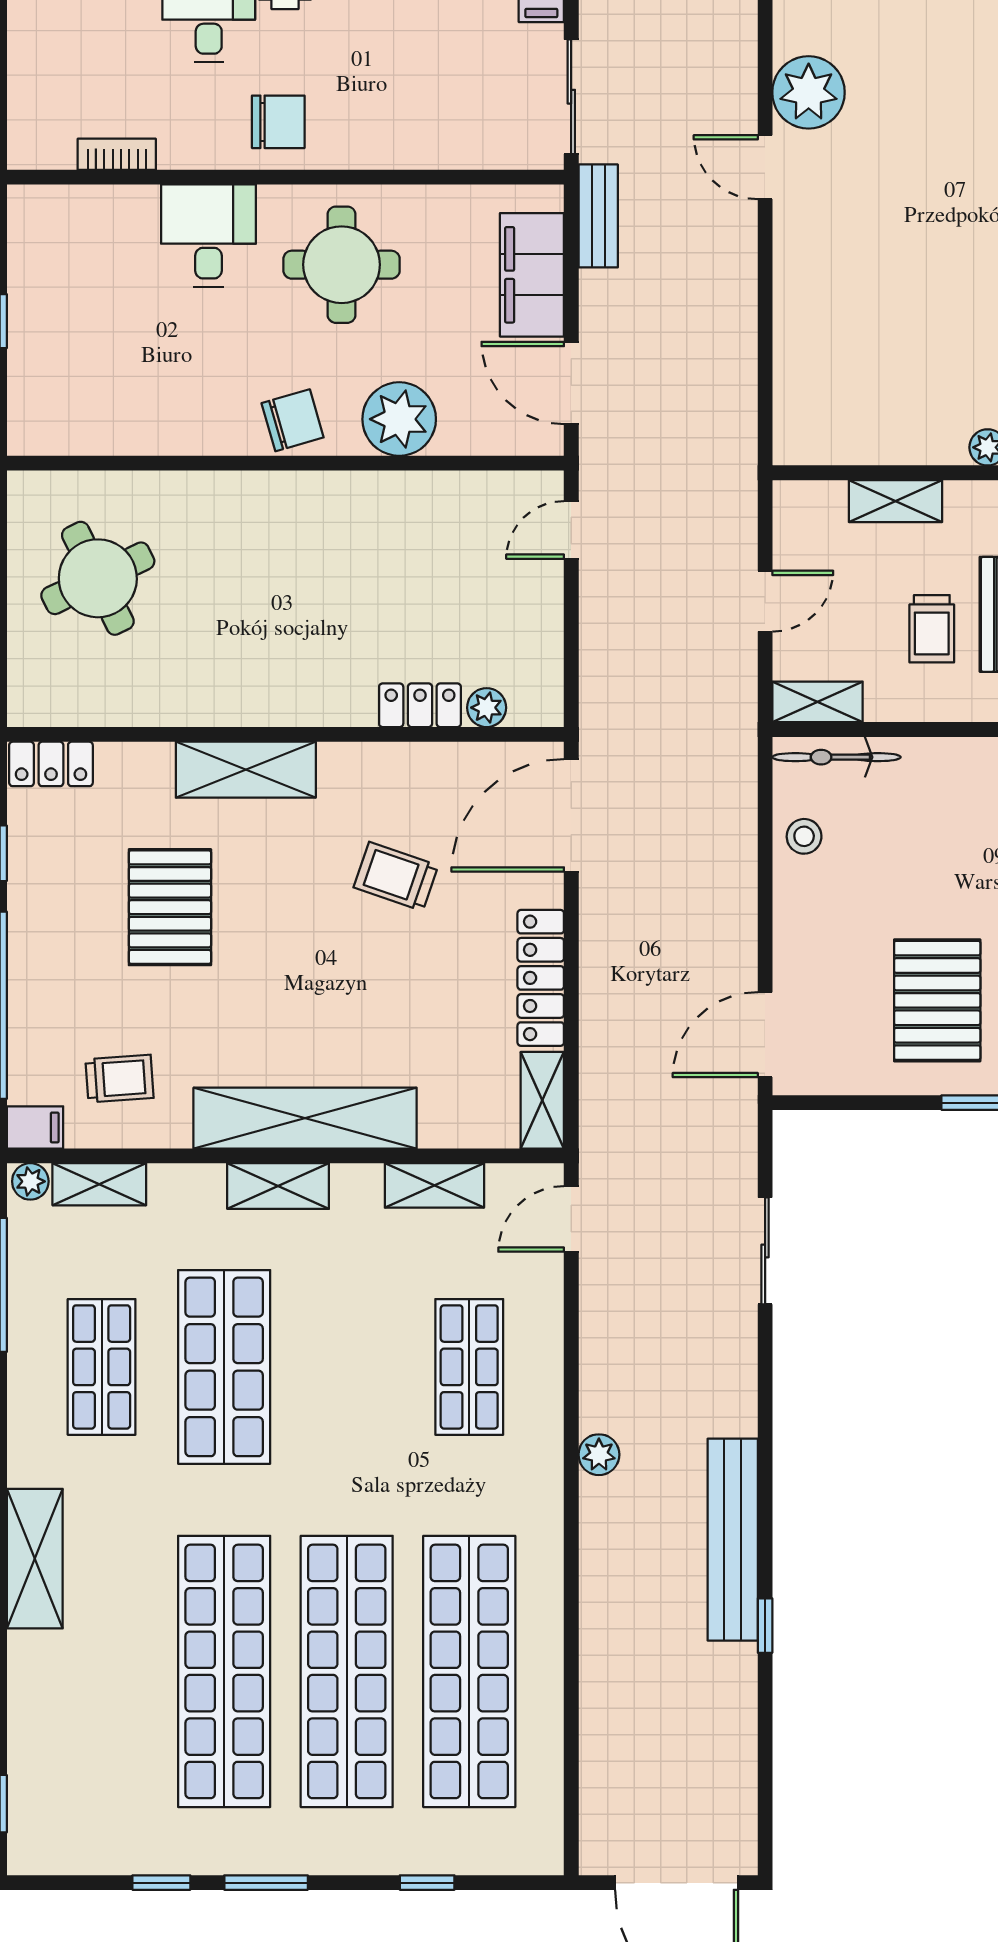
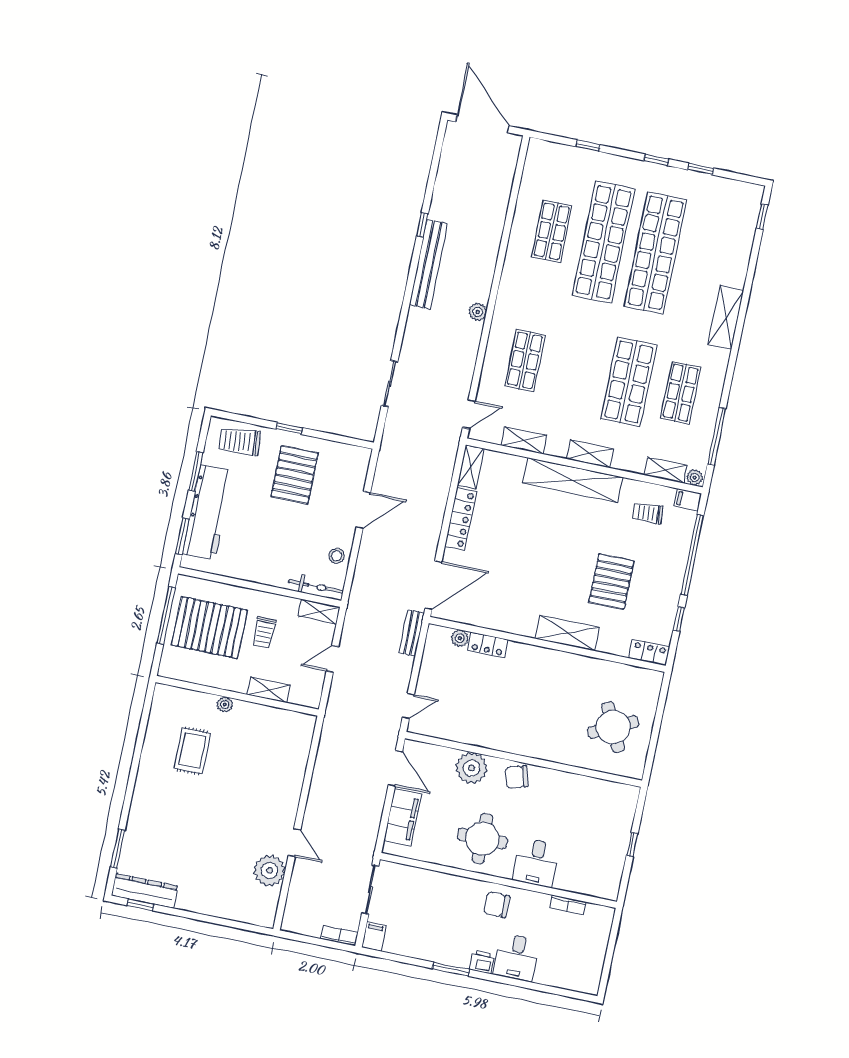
bench: (598, 216) -> (412, 633), moved
trolley: (932, 629) -> (264, 633), turned 180
trolley: (396, 876) -> (513, 575), removed
door: (765, 1035) -> (363, 510), moved
shop shelf: (469, 1671) -> (552, 231), width x0.50, depth x0.74
window: (266, 1883) -> (656, 160), width x0.67

